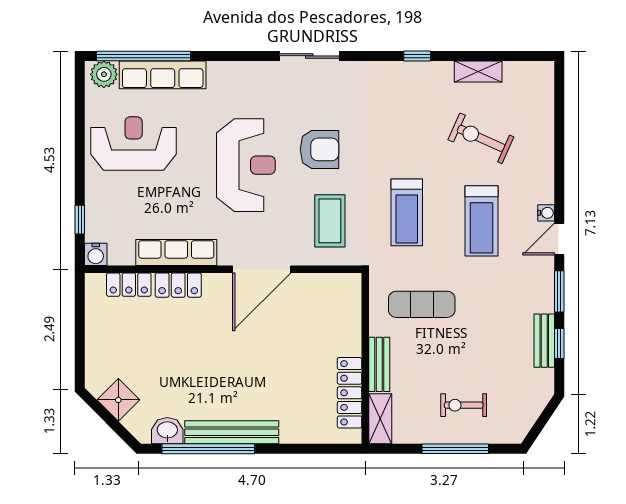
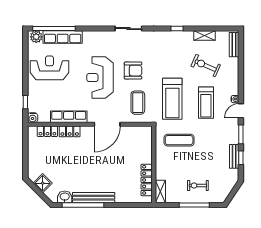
reception desk: (246, 165) -> (100, 78), turned 180
treadmill: (407, 212) -> (172, 99), width x1.37, depth x1.38
bench: (379, 364) -> (234, 45), moved

